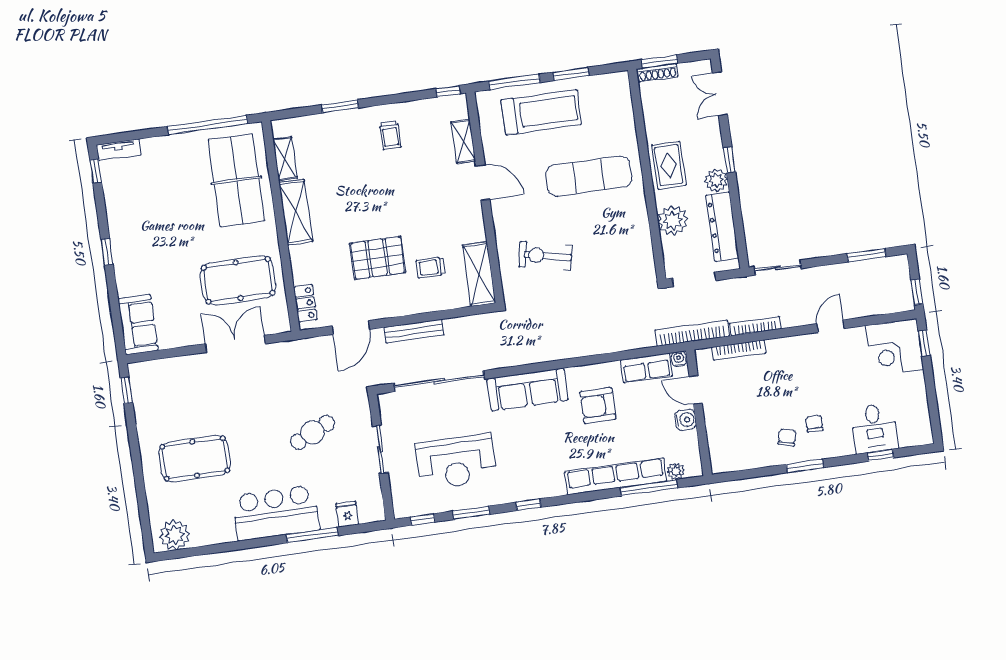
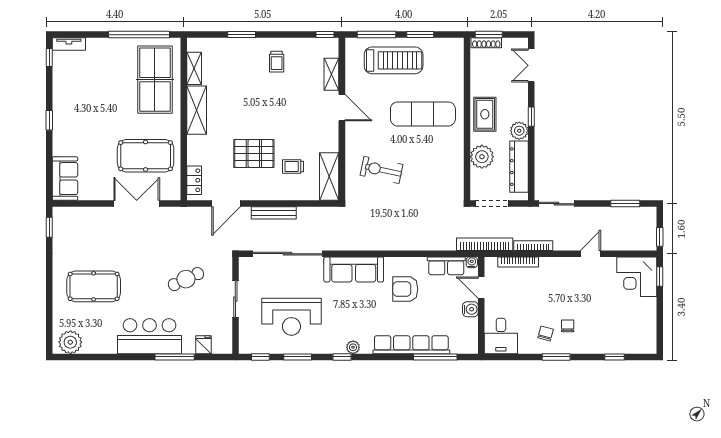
desk: (874, 428) -> (501, 336), moved
plant: (676, 471) -> (353, 347), moved

